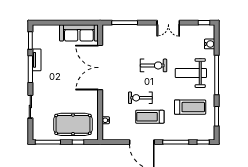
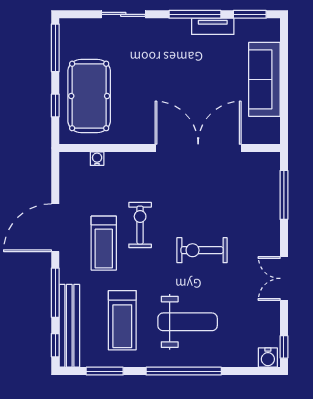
sofa: (79, 33) -> (264, 79), moved
water cooler: (210, 44) -> (268, 358), moved
exercise bike: (154, 65) -> (202, 250), turned 90
weight bench: (191, 73) -> (188, 322), turned 90
treadmill: (150, 117) -> (104, 243), turned 180
bench: (193, 135) -> (69, 326), added

